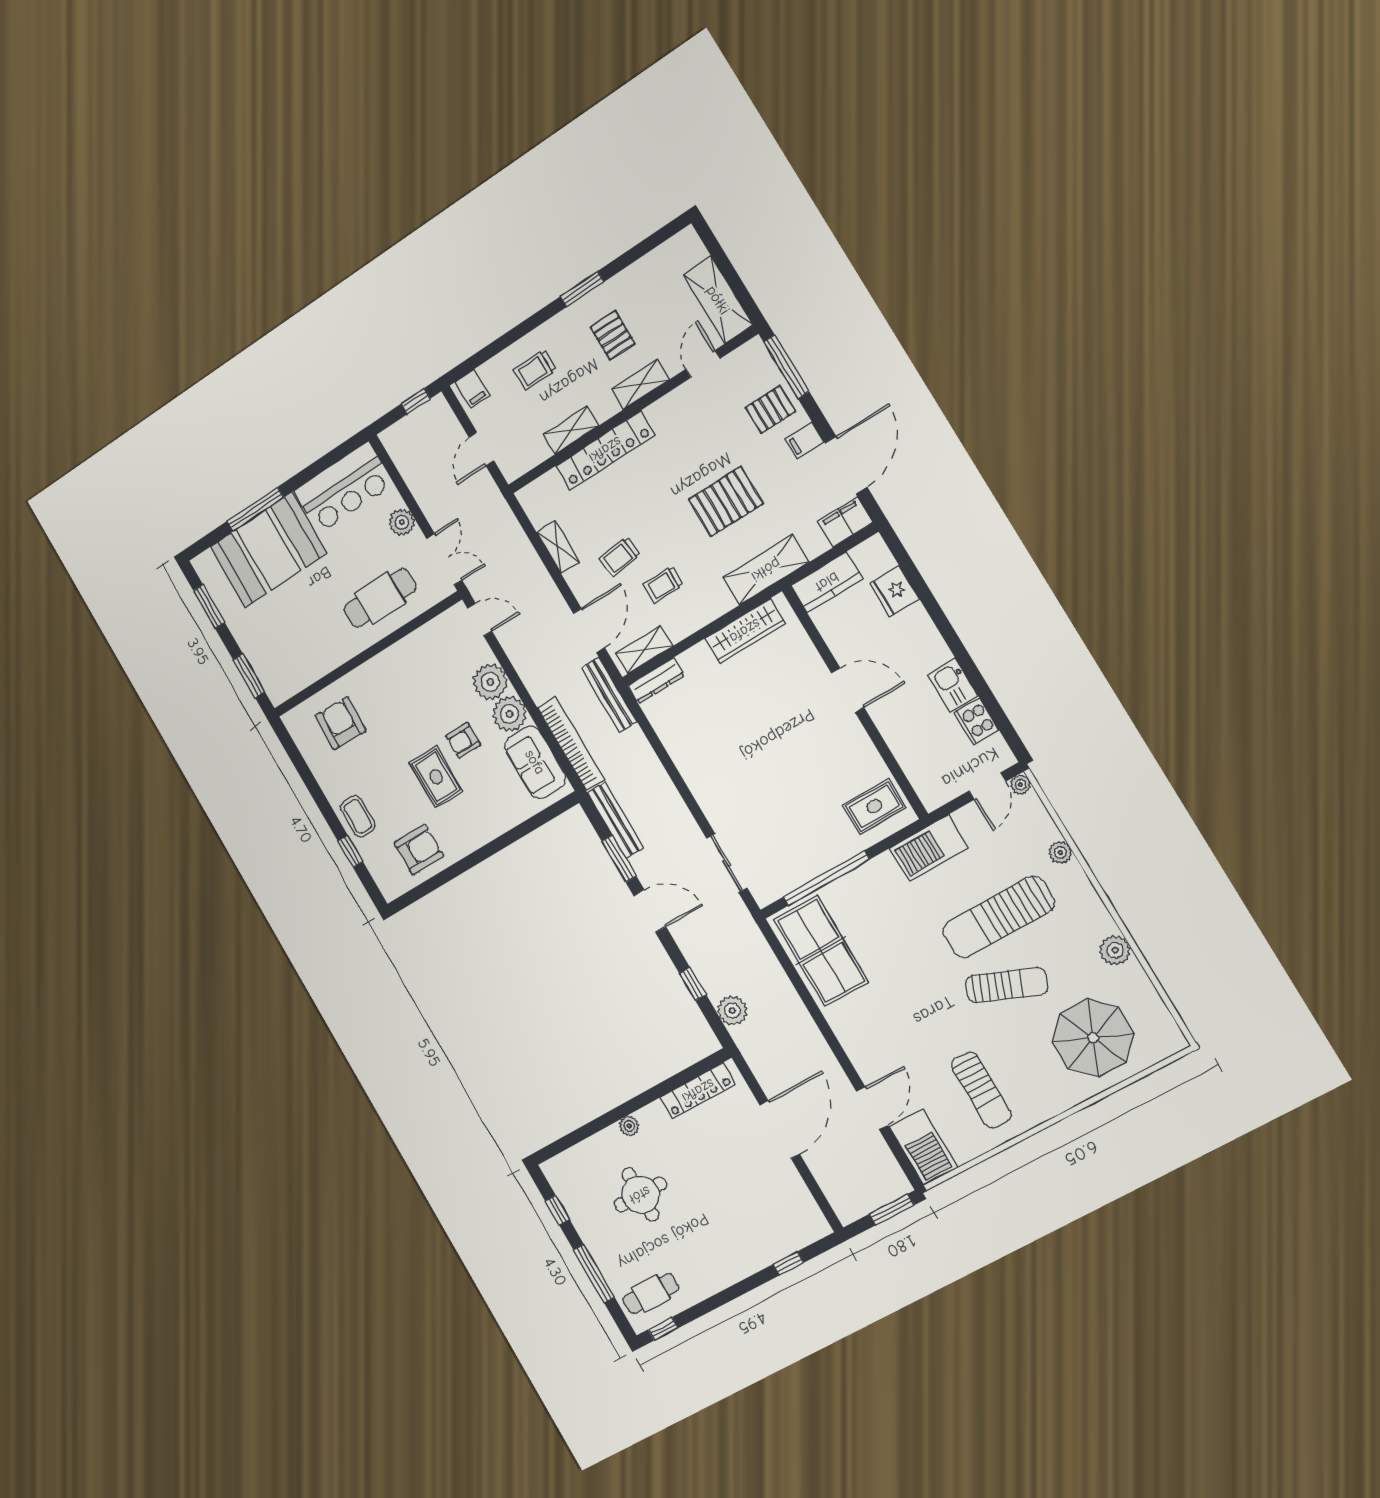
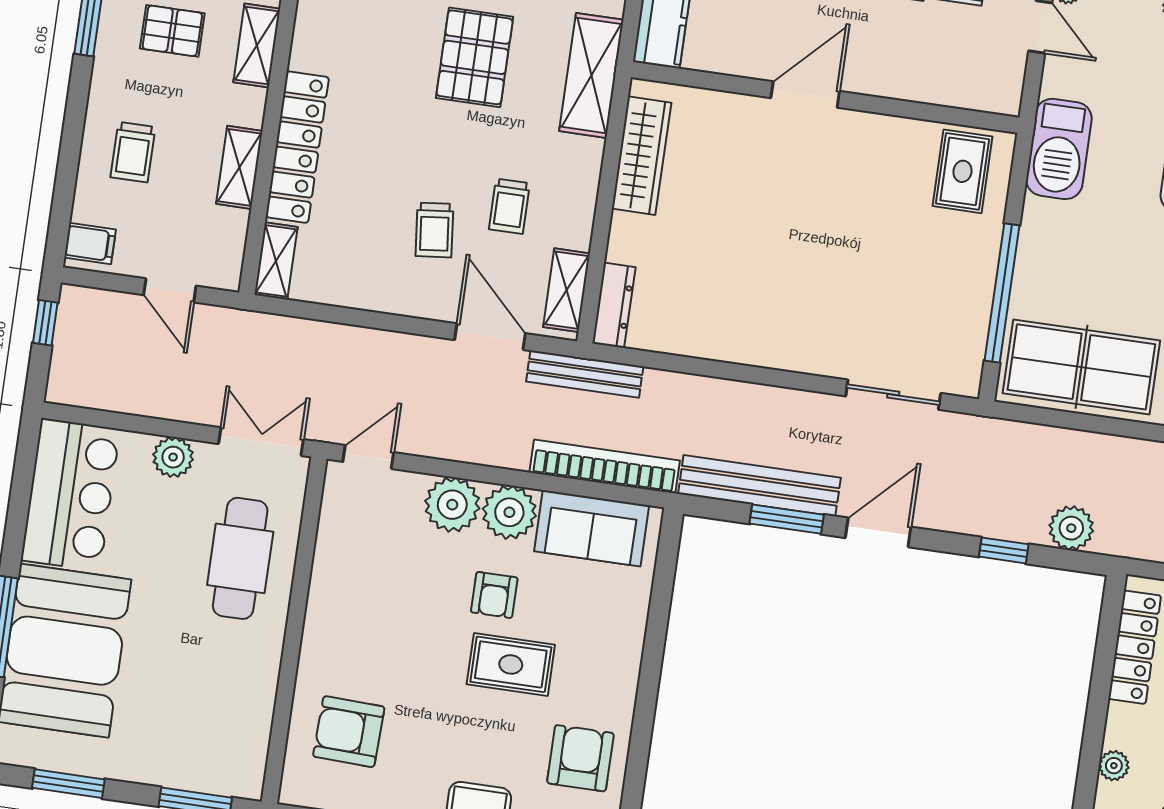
shelving: (558, 547) -> (276, 261), moved, turned 90
bench: (615, 820) -> (759, 486), width x1.37, depth x1.21

